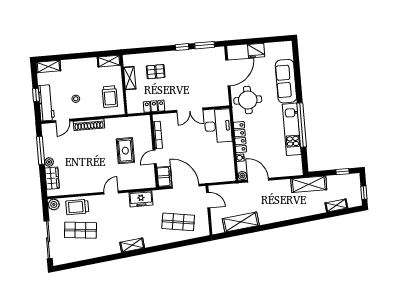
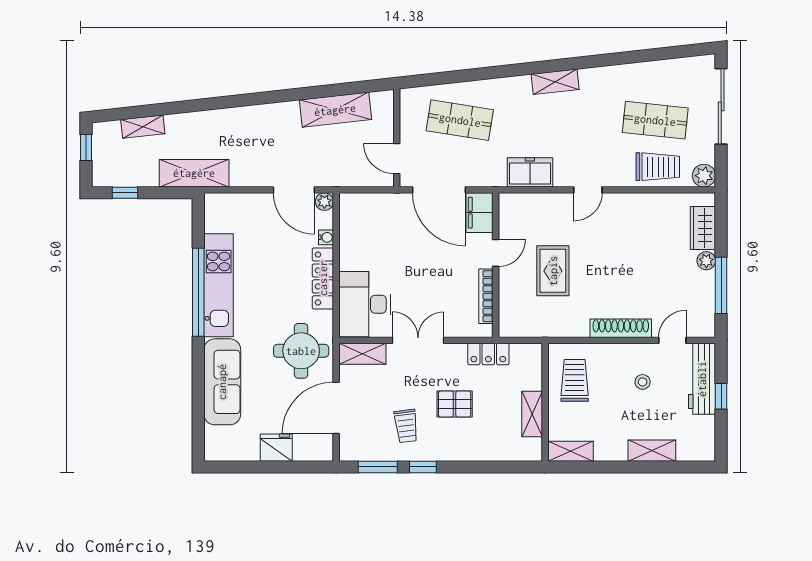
shelving: (48, 67) -> (652, 451), moved
trolley: (192, 67) -> (406, 426), added
pallet: (156, 72) -> (455, 404), moved
shelving: (217, 101) -> (362, 354), added

